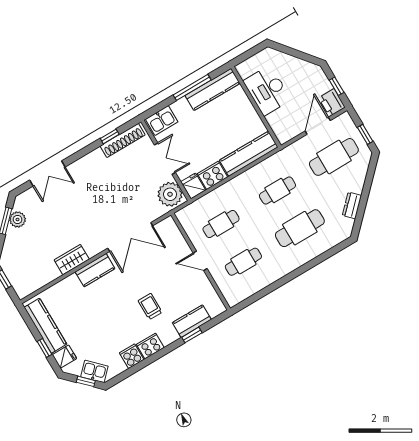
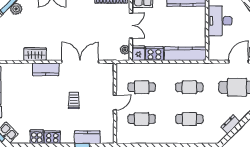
plant: (170, 194) -> (125, 50), width x0.53, depth x0.53
cafe table: (300, 228) -> (189, 119), width x0.73, depth x0.74
double door: (130, 237) -> (80, 62), swing flipped
door: (200, 261) -> (115, 102), swing flipped
trolley: (150, 306) -> (74, 100), moved

